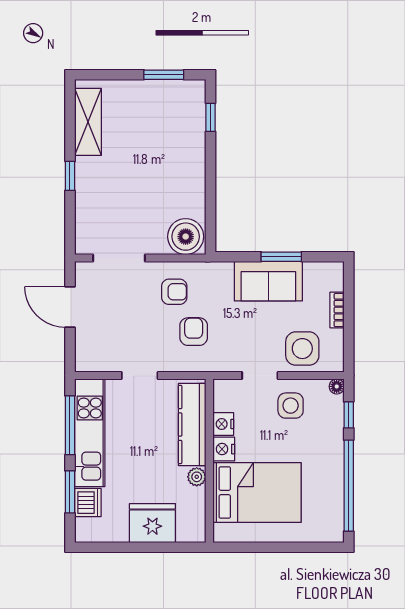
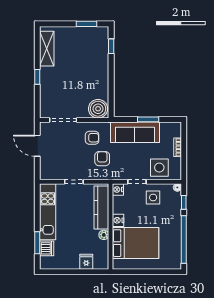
sofa: (268, 281) -> (135, 132), width x1.36
nightstand: (223, 424) -> (118, 189), moved
window: (70, 425) -> (37, 208), removed
fridge: (152, 523) -> (86, 262), width x0.53, depth x0.75

